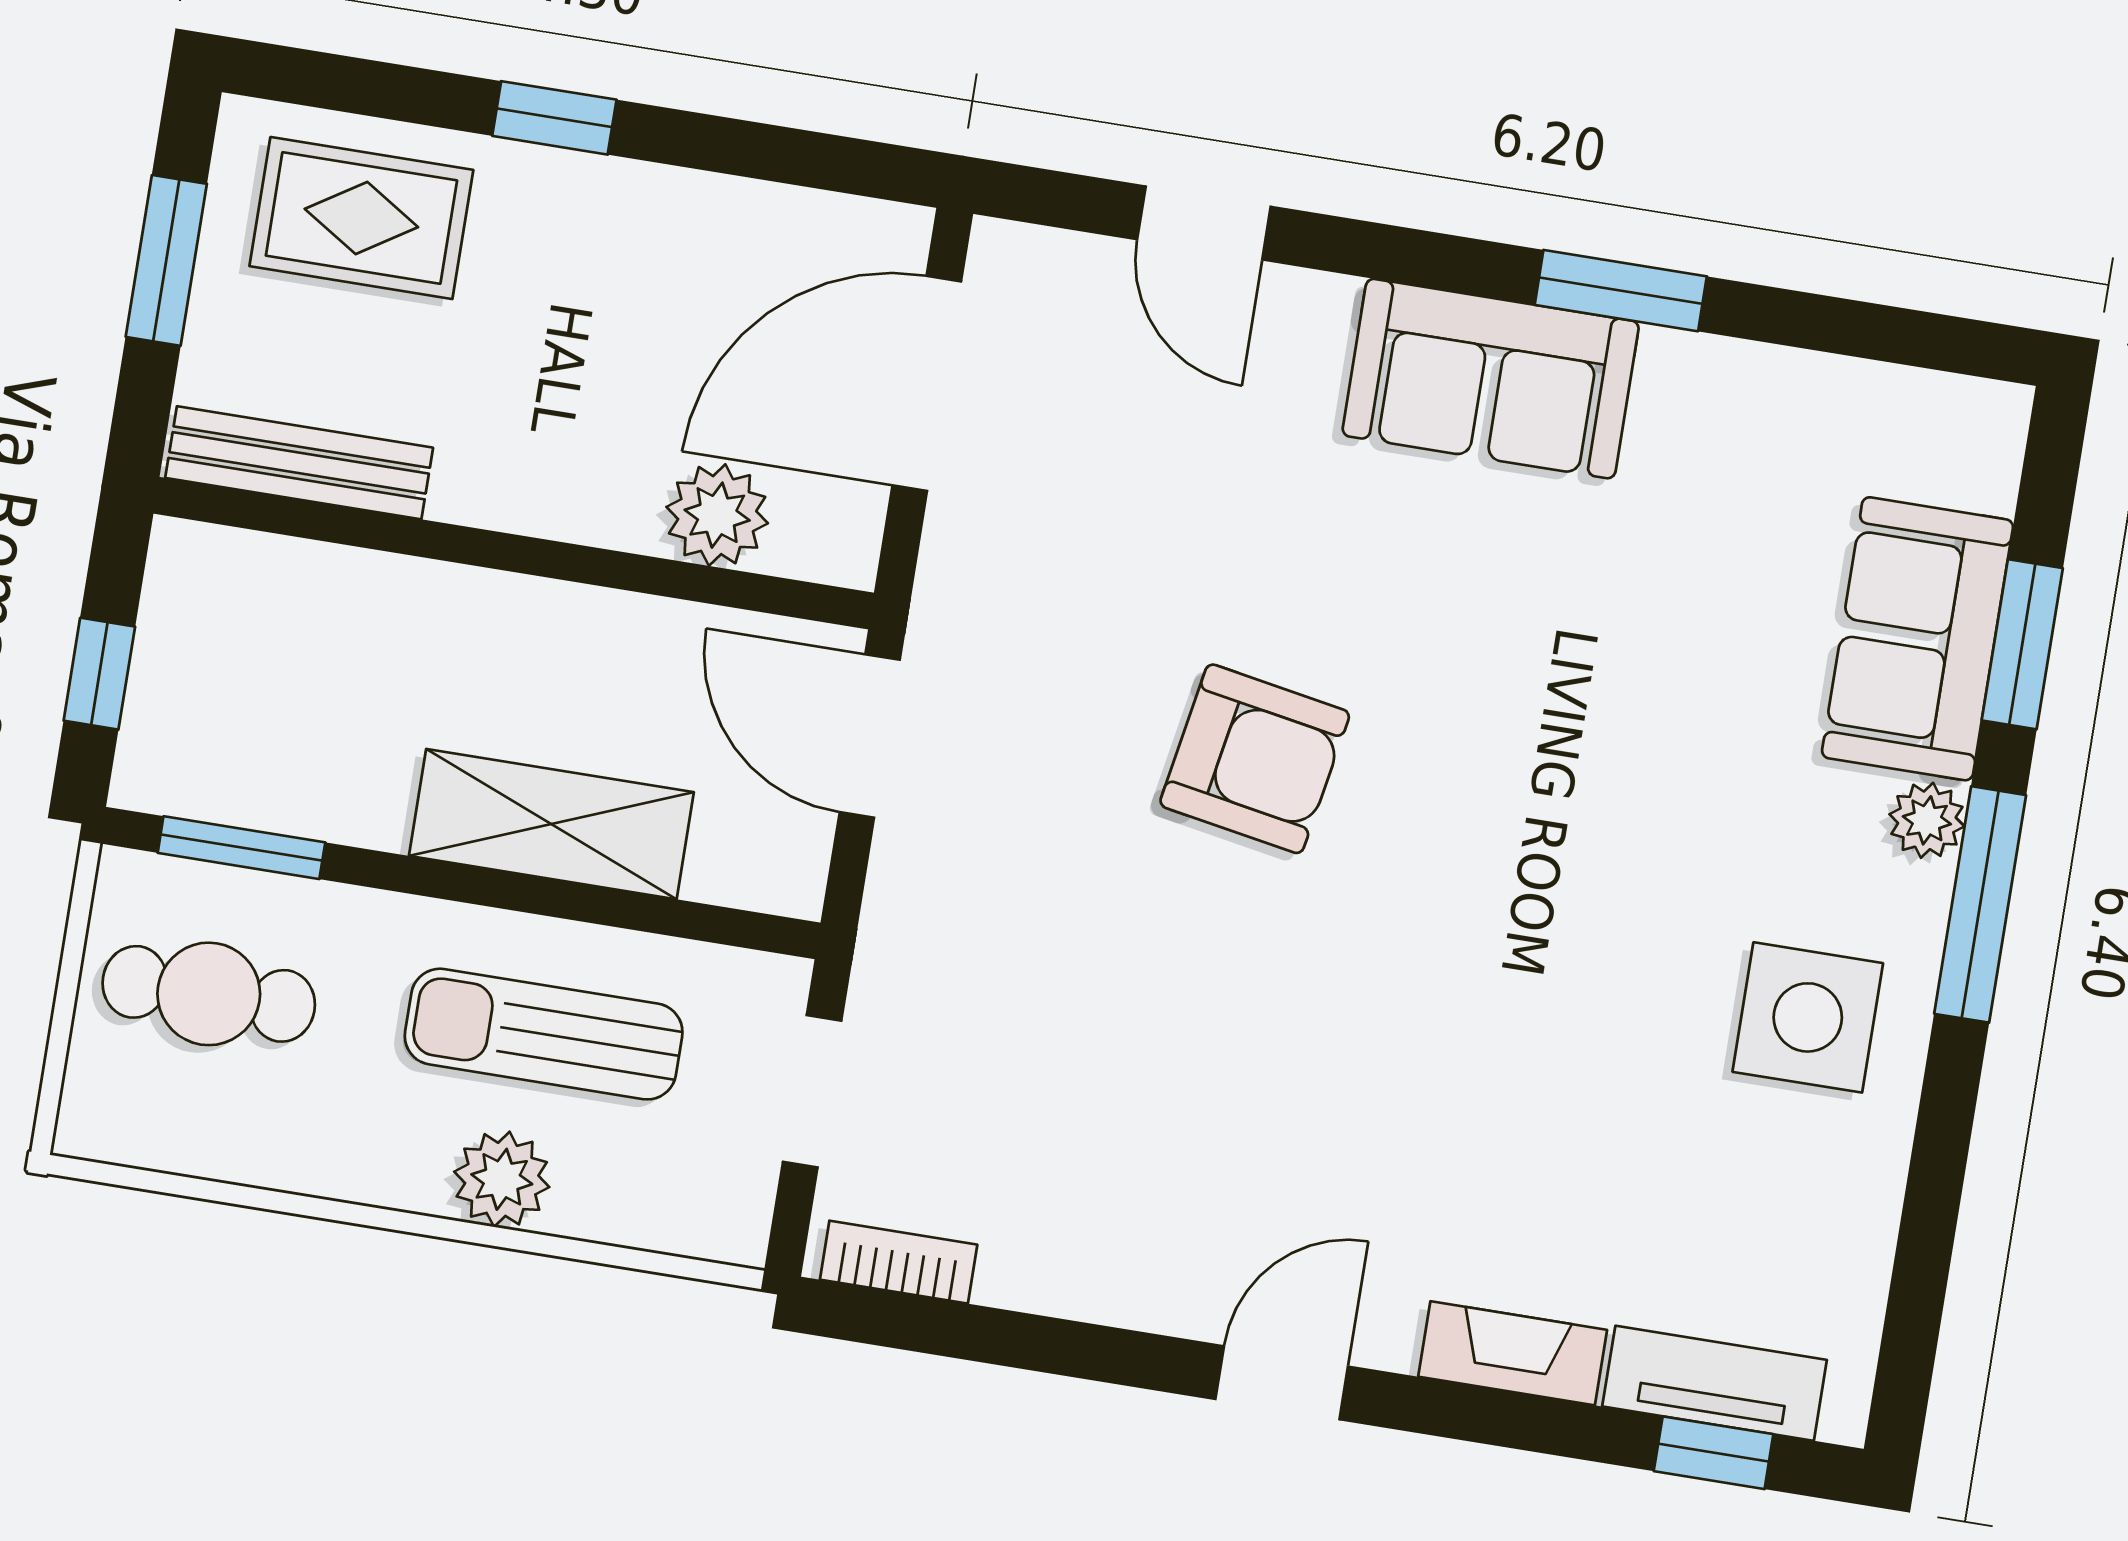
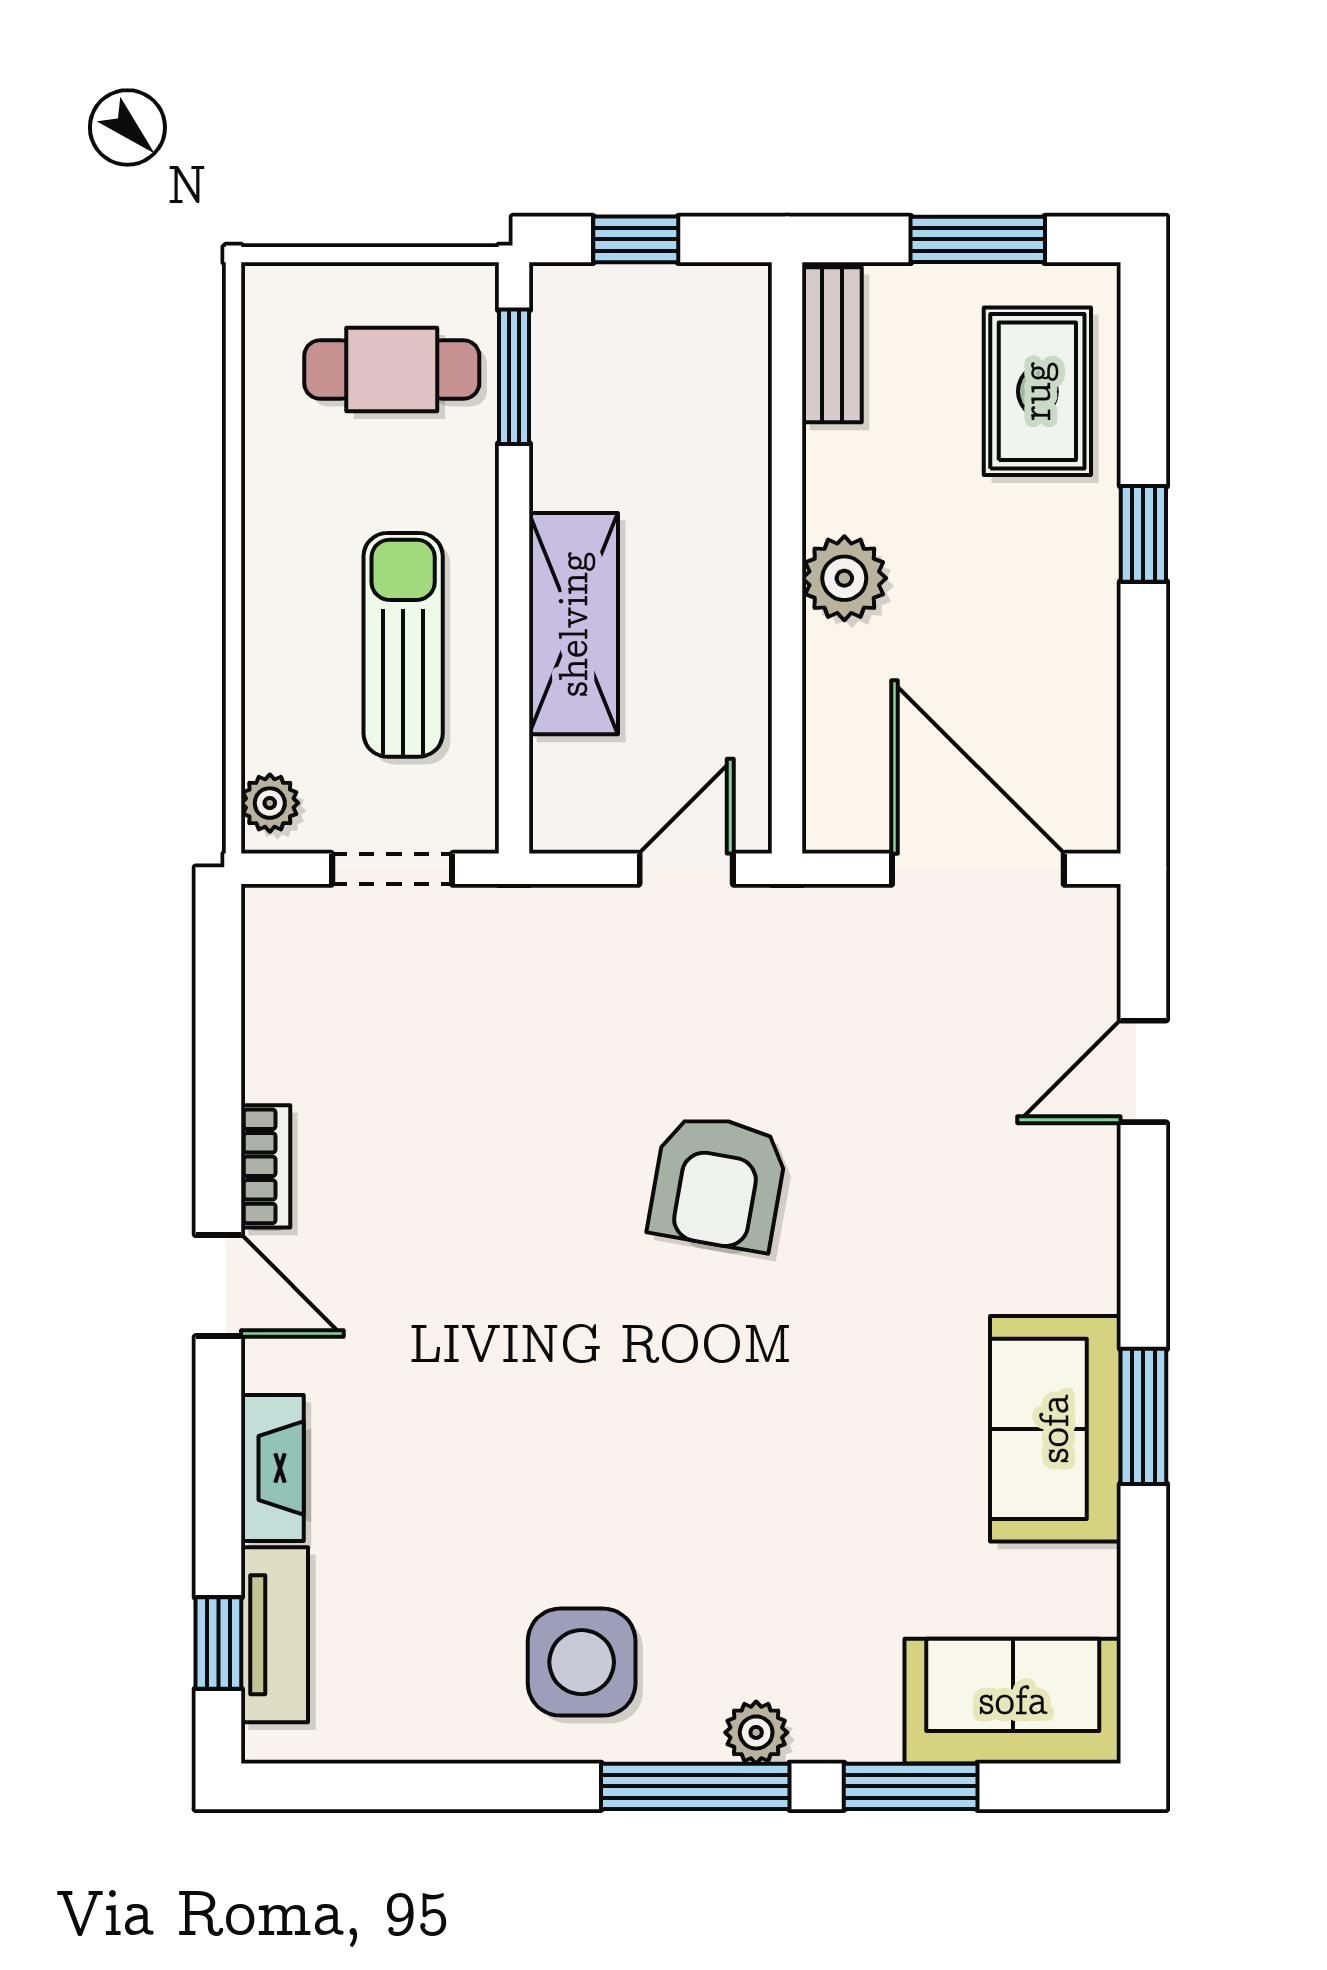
sofa: (1491, 379) -> (1055, 1429), moved
bench: (299, 463) -> (832, 345), width x0.73
plant: (717, 515) -> (844, 578), moved
sofa: (1918, 639) -> (1013, 1701), moved
door: (870, 736) -> (686, 869), width x0.73
cafe table: (209, 994) -> (392, 370), turned 90
plant: (502, 1179) -> (270, 803), moved, width x0.73, depth x0.73
bookcase: (899, 1262) -> (266, 1166), moved

